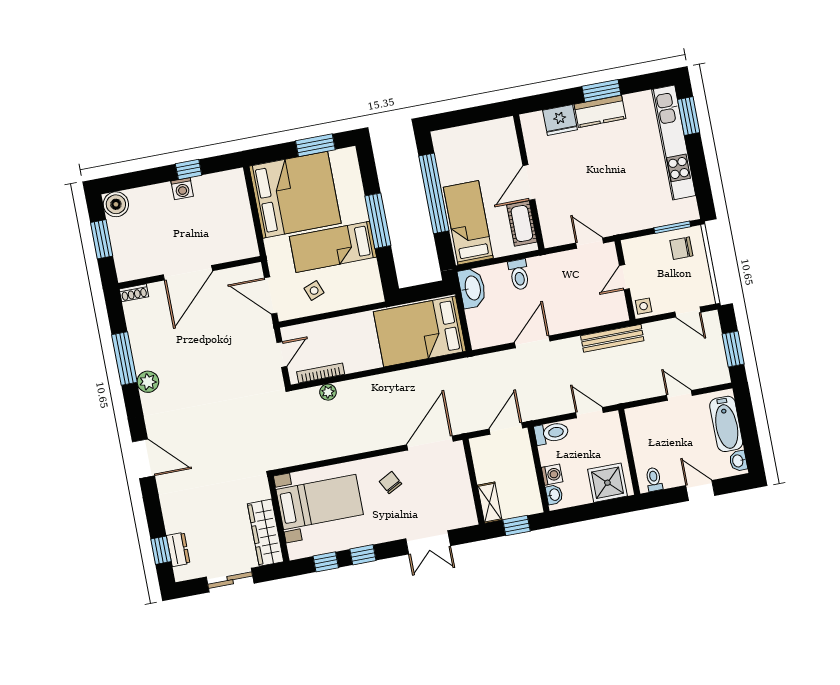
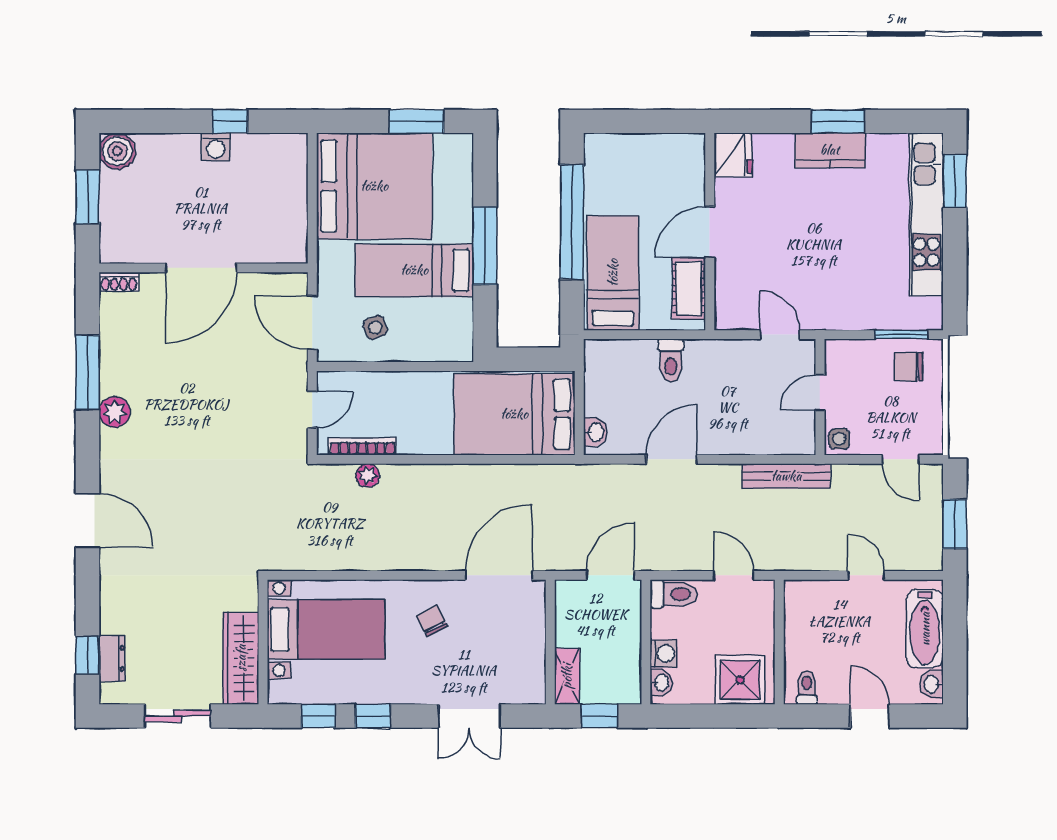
fridge: (560, 120) -> (733, 155), moved, turned -90
washbasin: (472, 288) -> (595, 432), moved, width x0.52, depth x0.69

